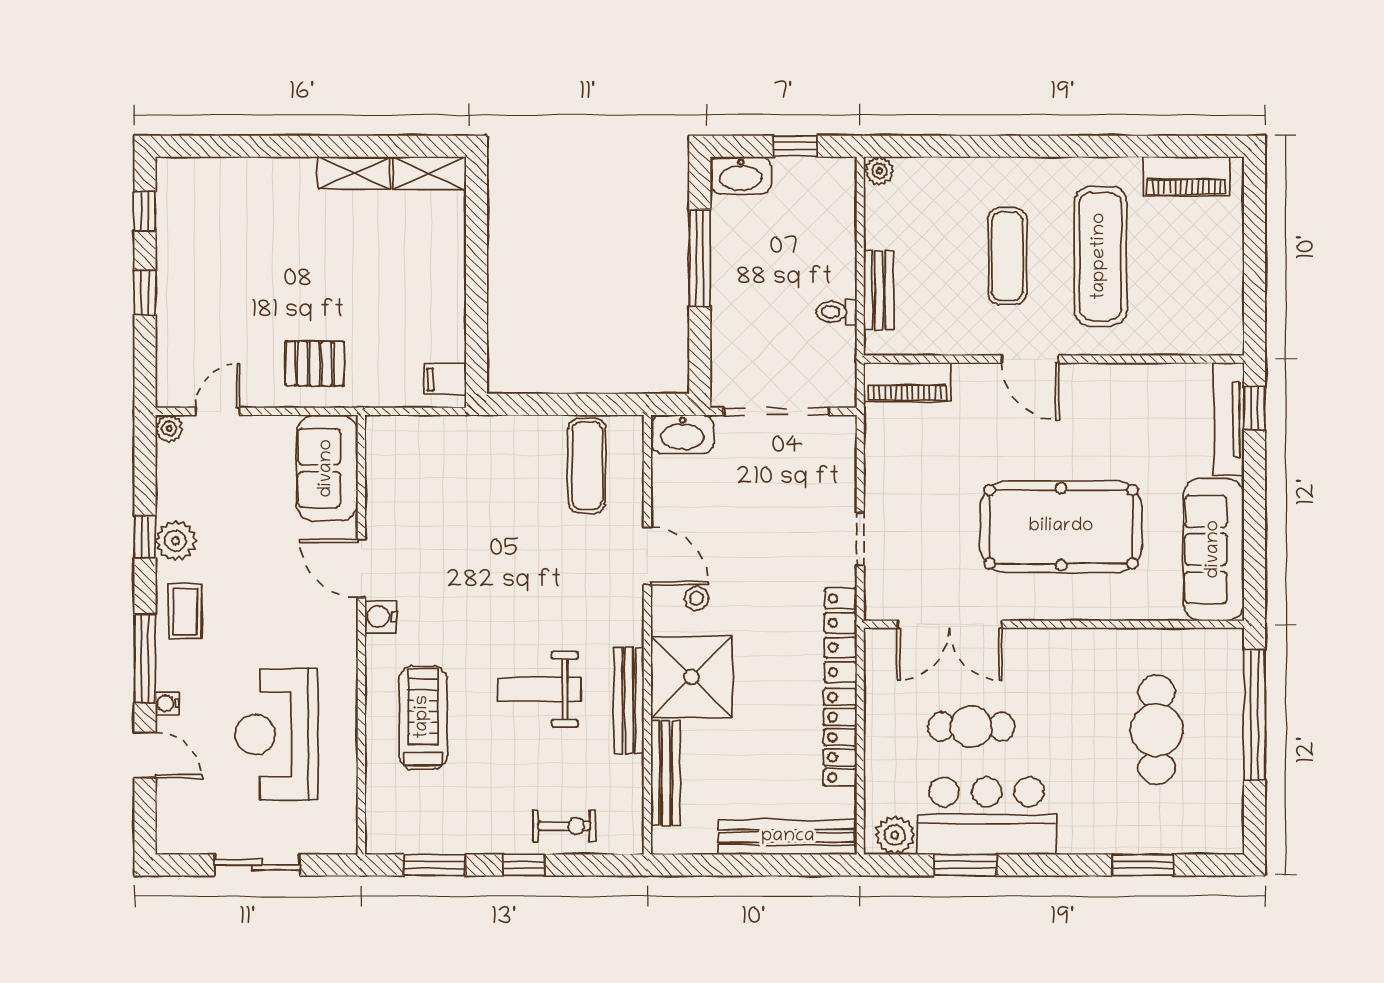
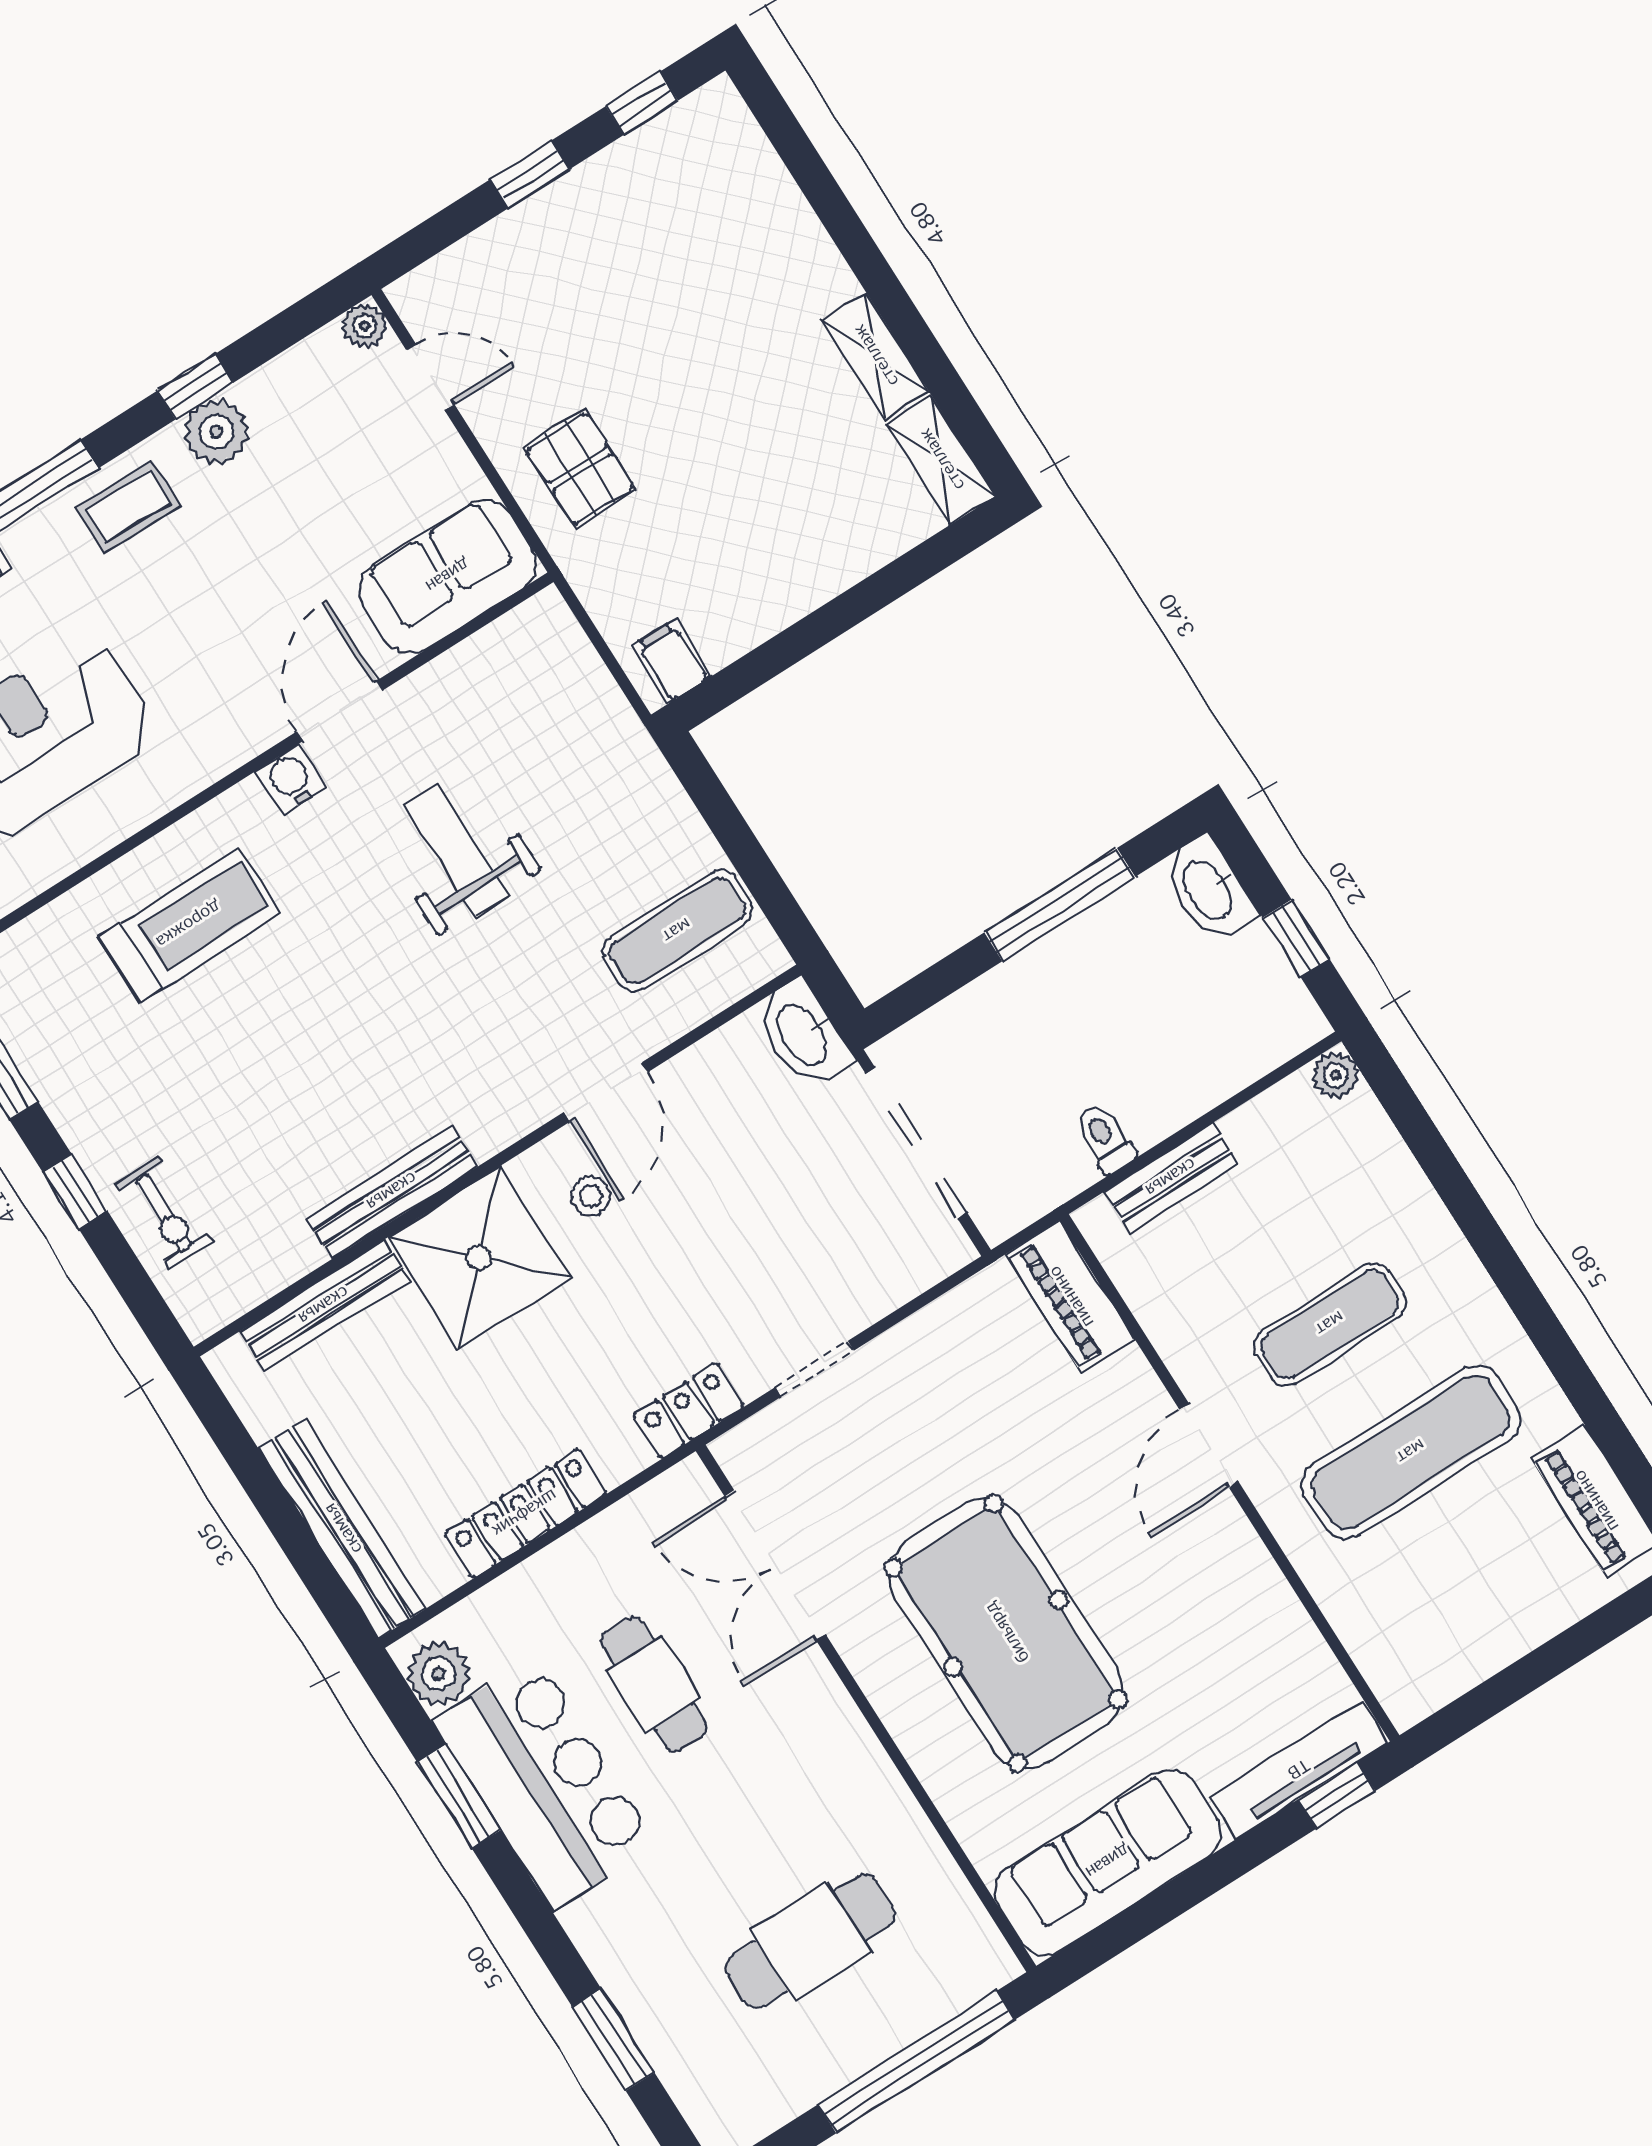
locker: (841, 635) -> (689, 1411), width x0.66
weight bench: (540, 689) -> (456, 851), moved

